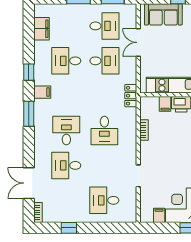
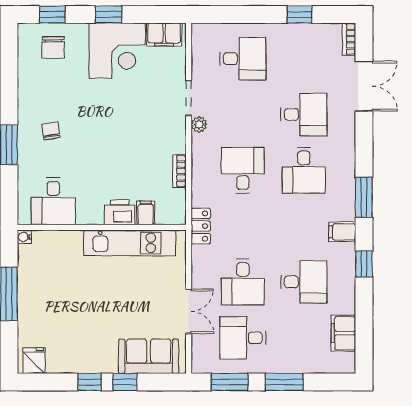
desk: (104, 61) -> (243, 282), turned -90
plant: (132, 159) -> (199, 125), added
filing cabinet: (159, 215) -> (164, 35), width x2.00

